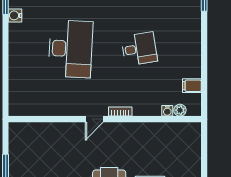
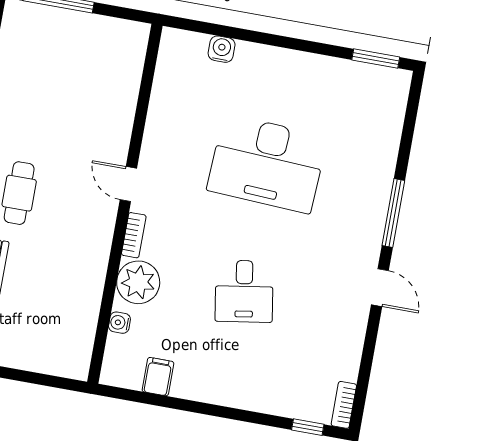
water cooler: (15, 15) -> (222, 49), moved
plant: (180, 110) -> (138, 282), moved, width x1.88, depth x1.88

